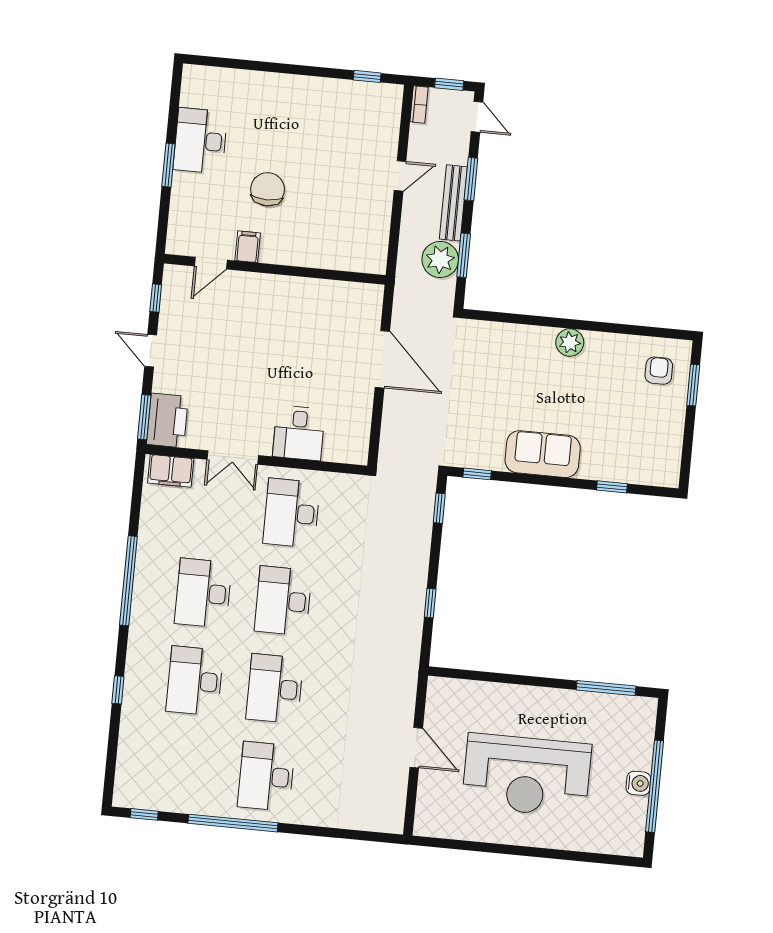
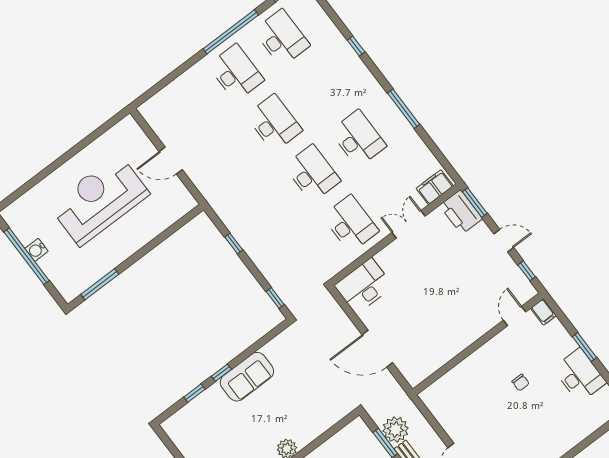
chair: (268, 189) -> (521, 382), width x0.54, depth x0.54
filing cabinet: (248, 247) -> (543, 312), moved
desk: (299, 433) -> (364, 286), moved, width x1.37
window: (477, 474) -> (221, 373), moved
window: (128, 581) -> (404, 109), width x0.68
desk: (195, 681) -> (282, 38), moved

